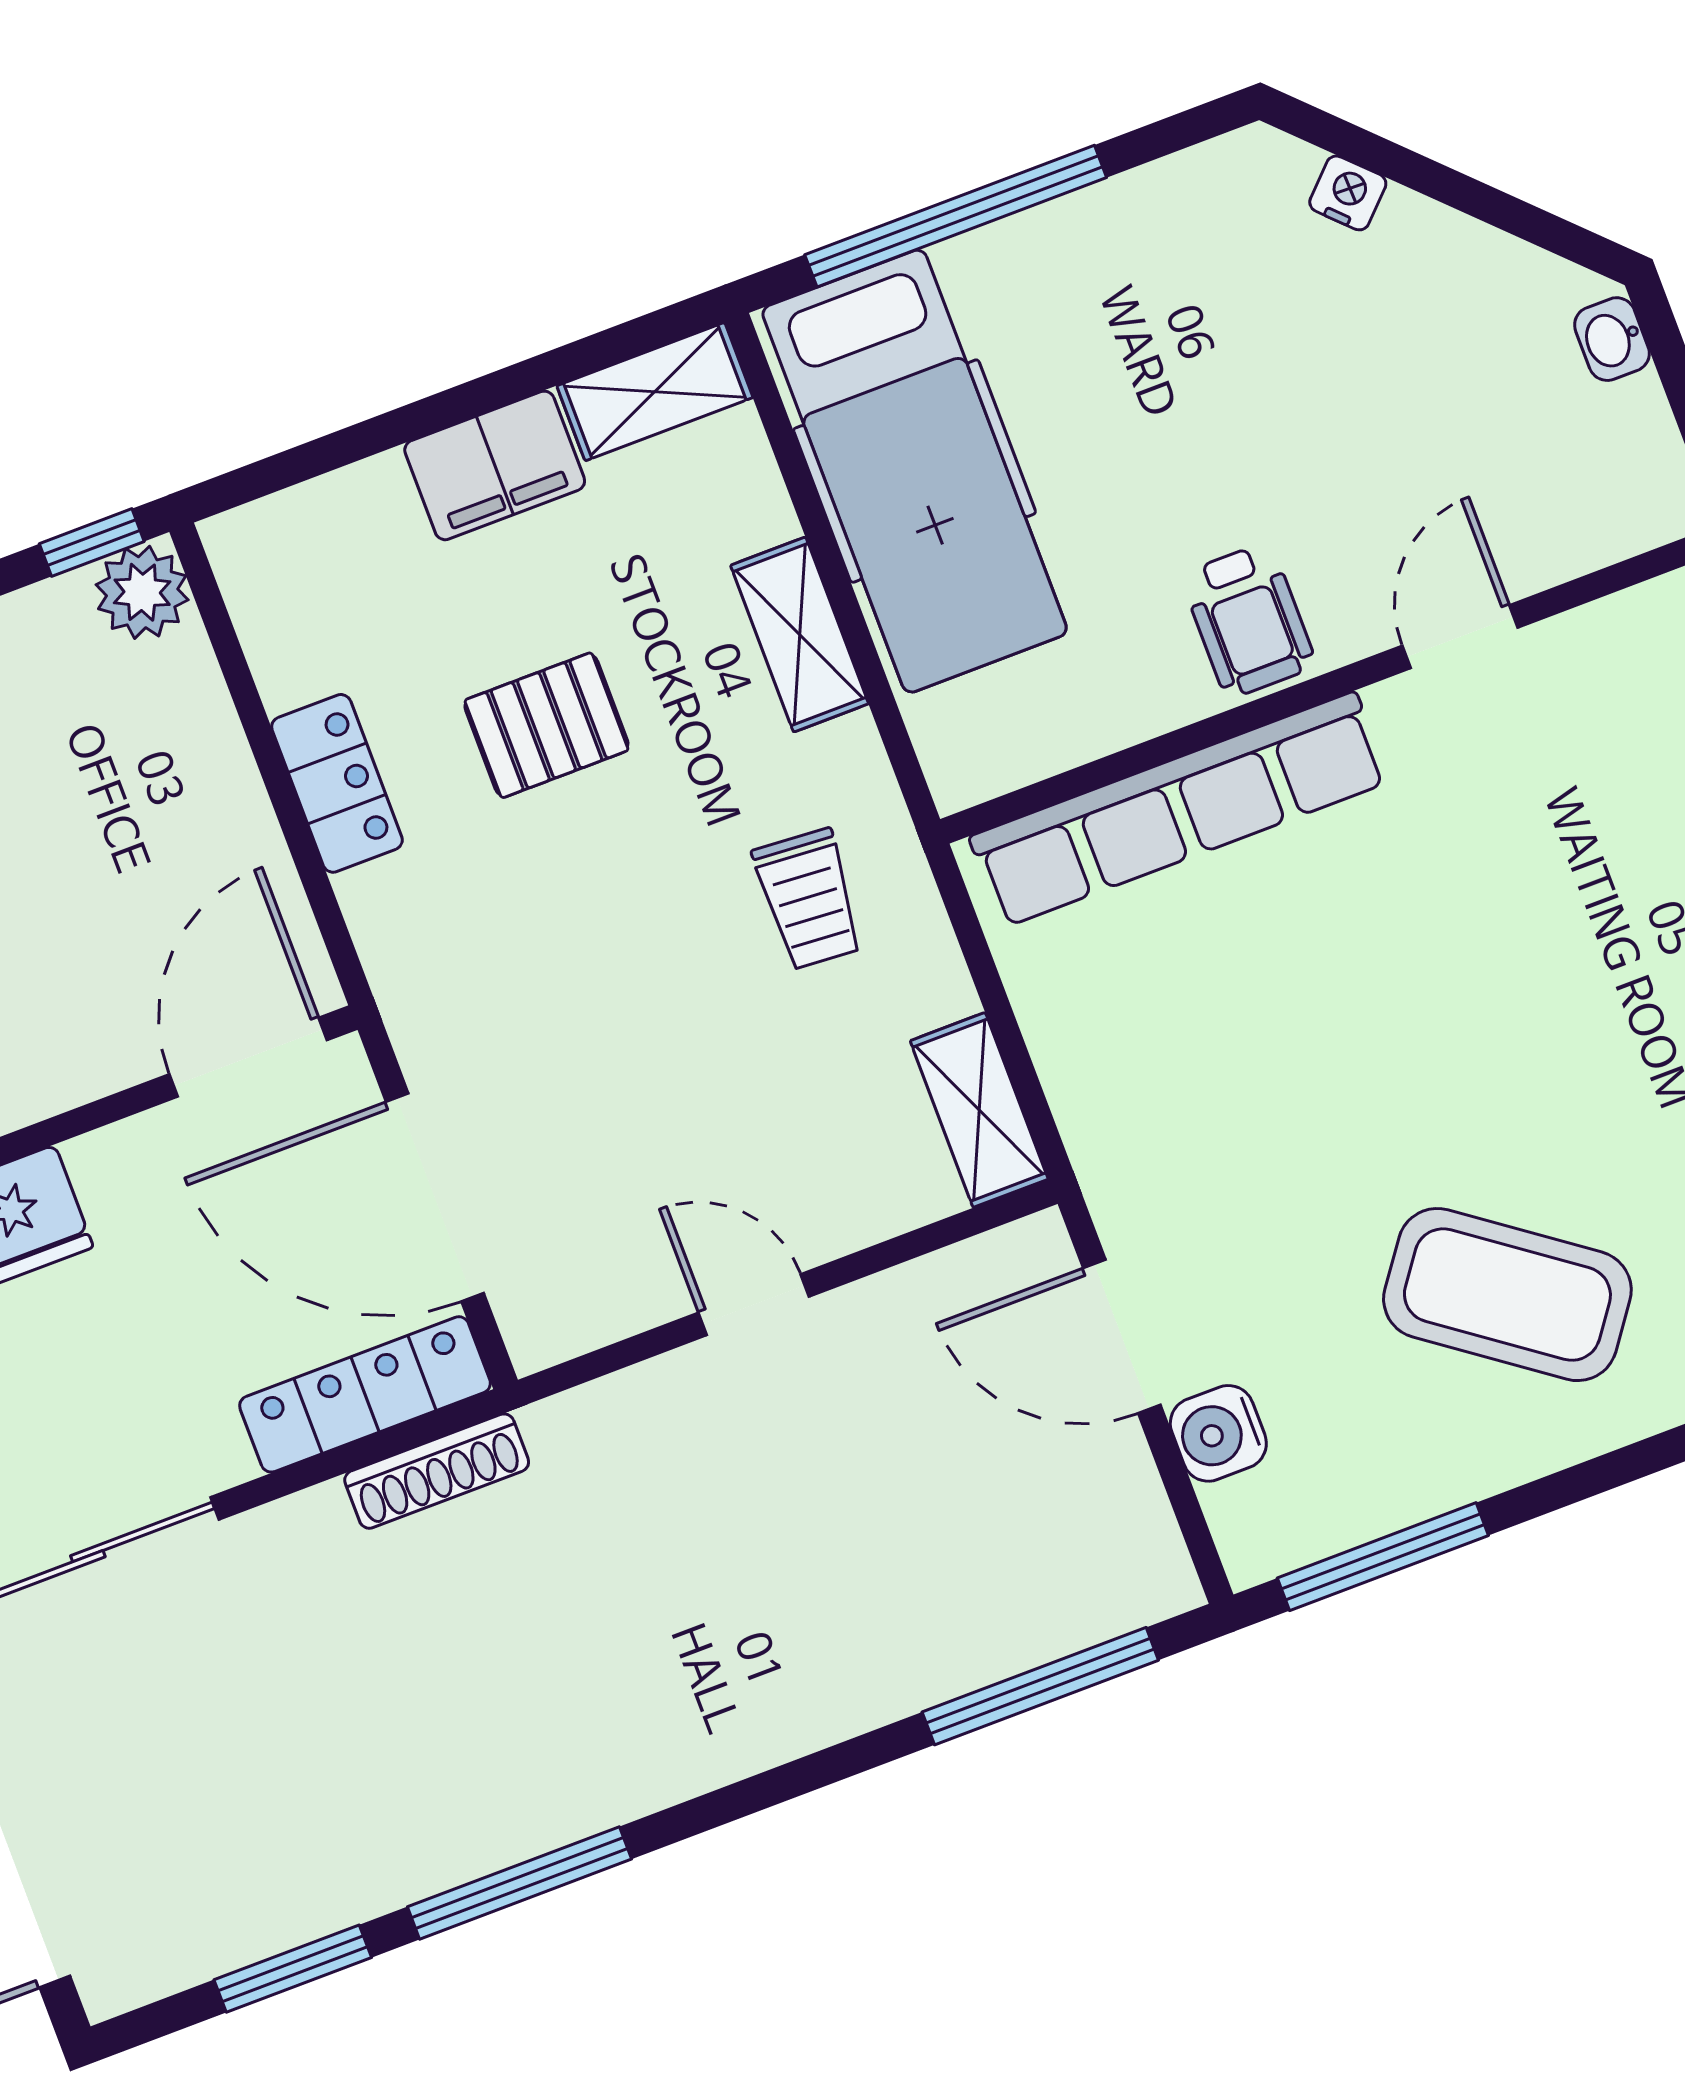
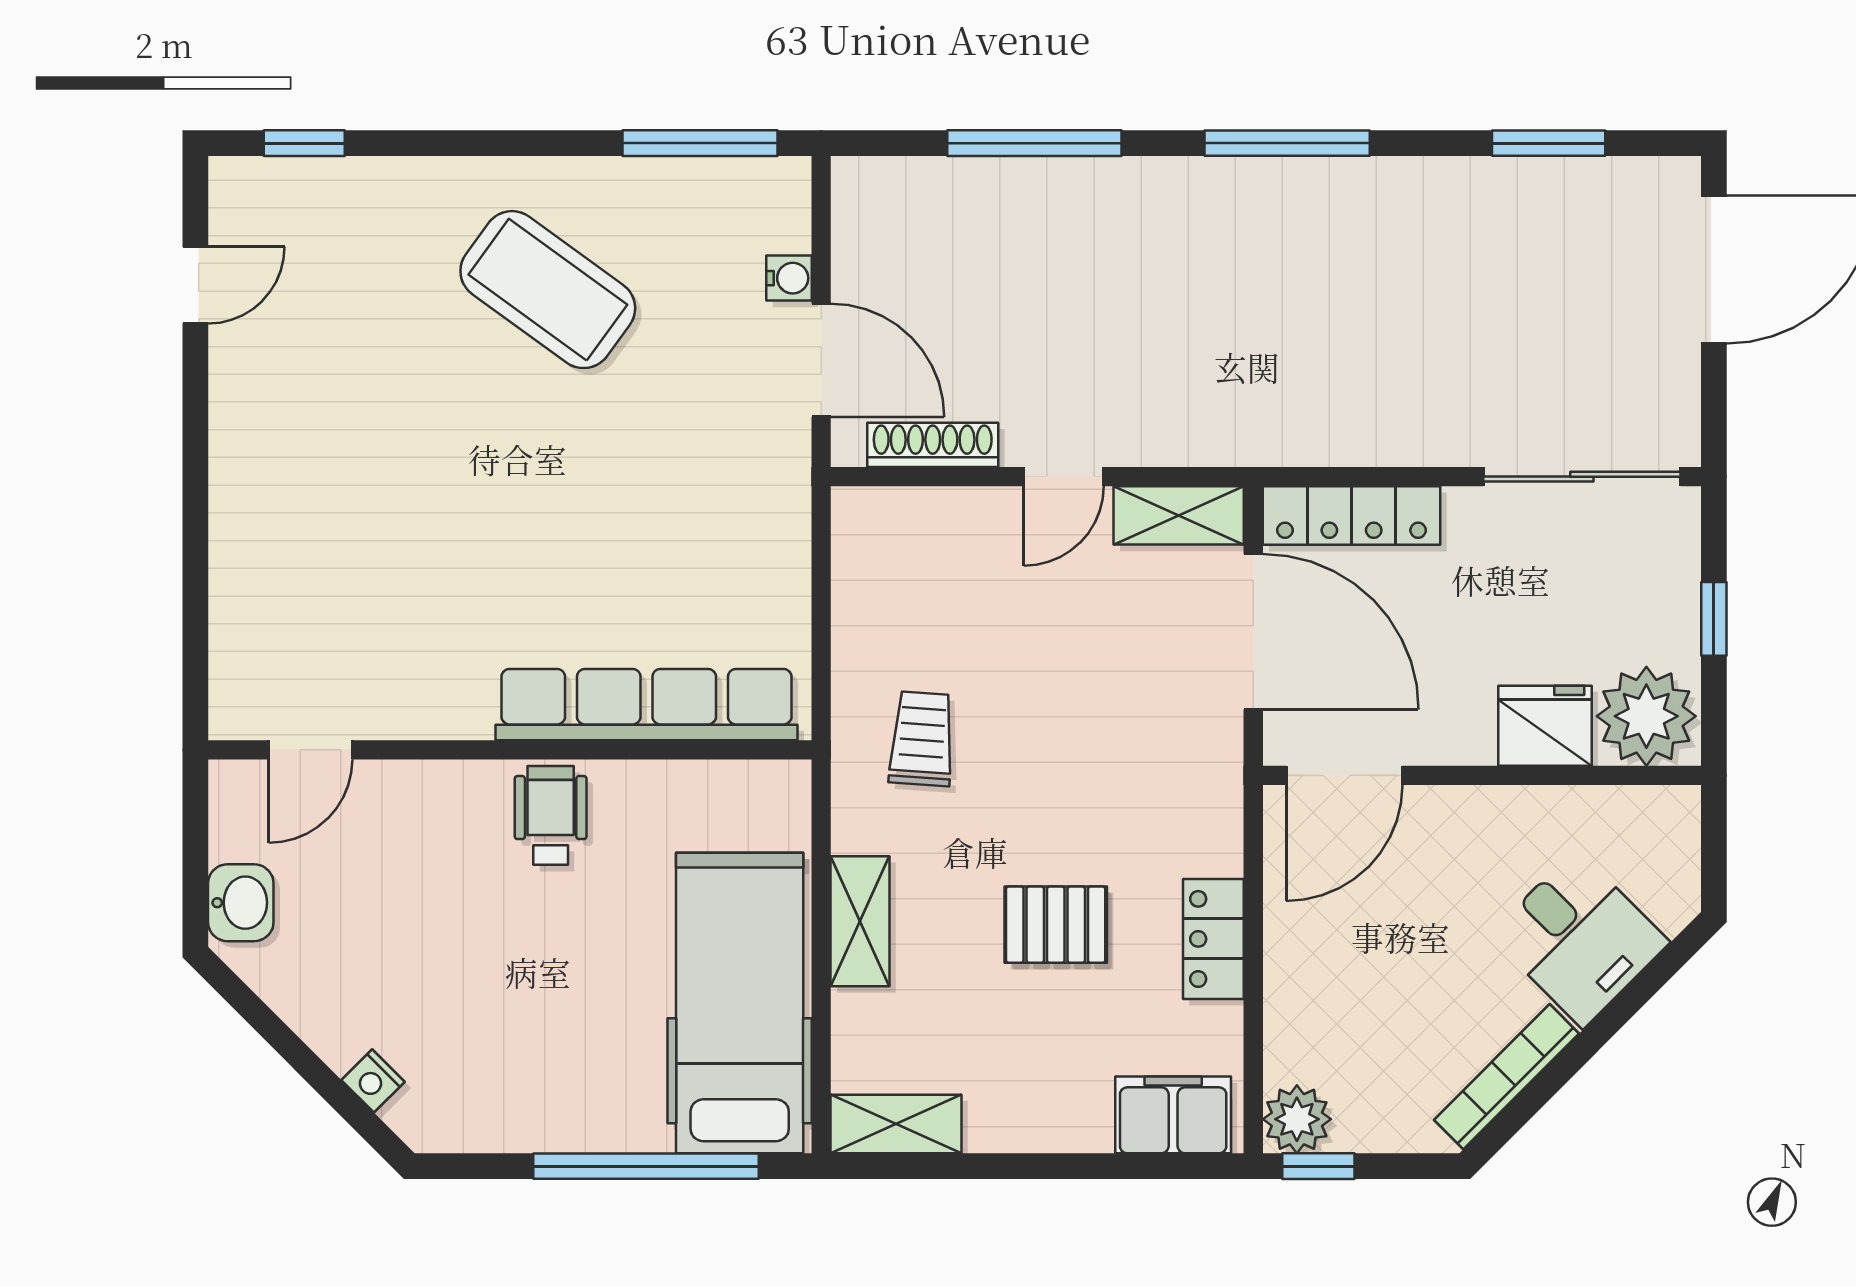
washbasin: (1612, 339) -> (241, 903), width x1.38, depth x1.45
filing cabinet: (495, 465) -> (1173, 1115), moved
door: (1460, 637) -> (311, 750), moved
shelving: (979, 1110) -> (1179, 515), moved, turned 90
door: (754, 1305) -> (1064, 477), hinge flipped
water cooler: (1218, 1433) -> (789, 278), width x0.72, depth x0.72
shoe rack: (437, 1471) -> (933, 445), moved
window: (1040, 1686) -> (1034, 143), moved
window: (519, 1883) -> (1287, 143), moved

